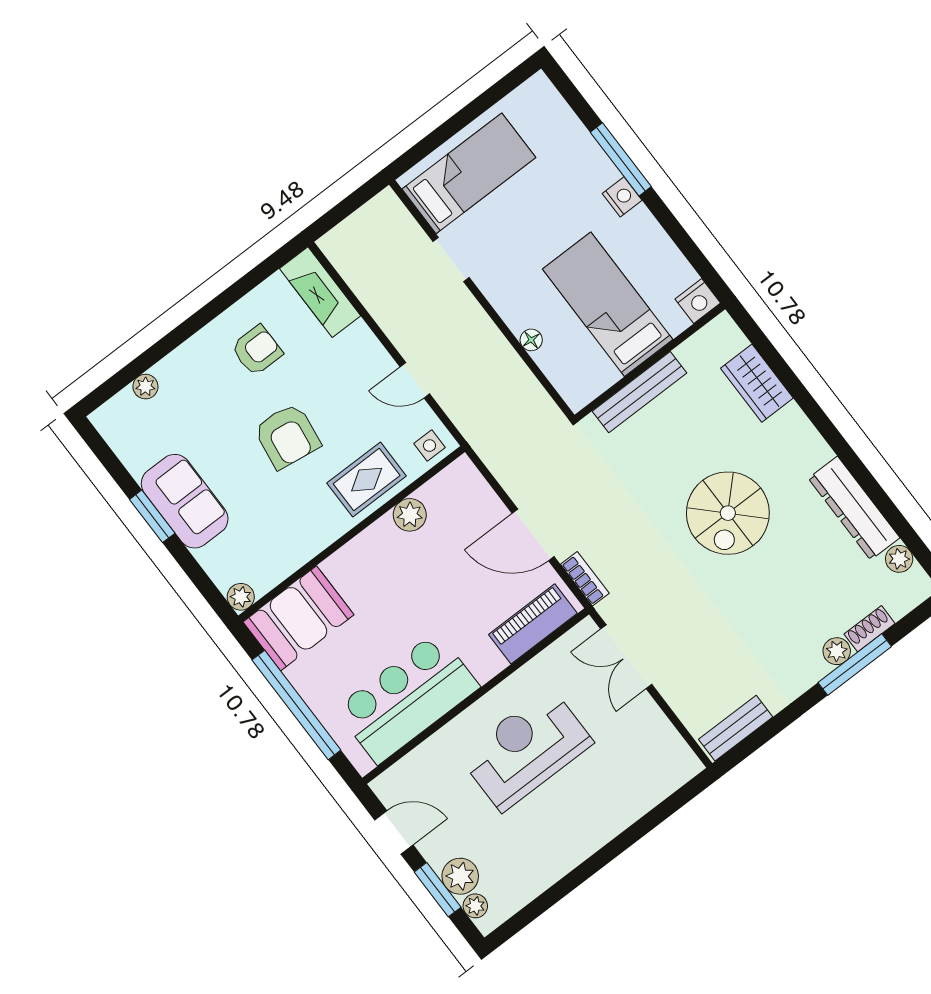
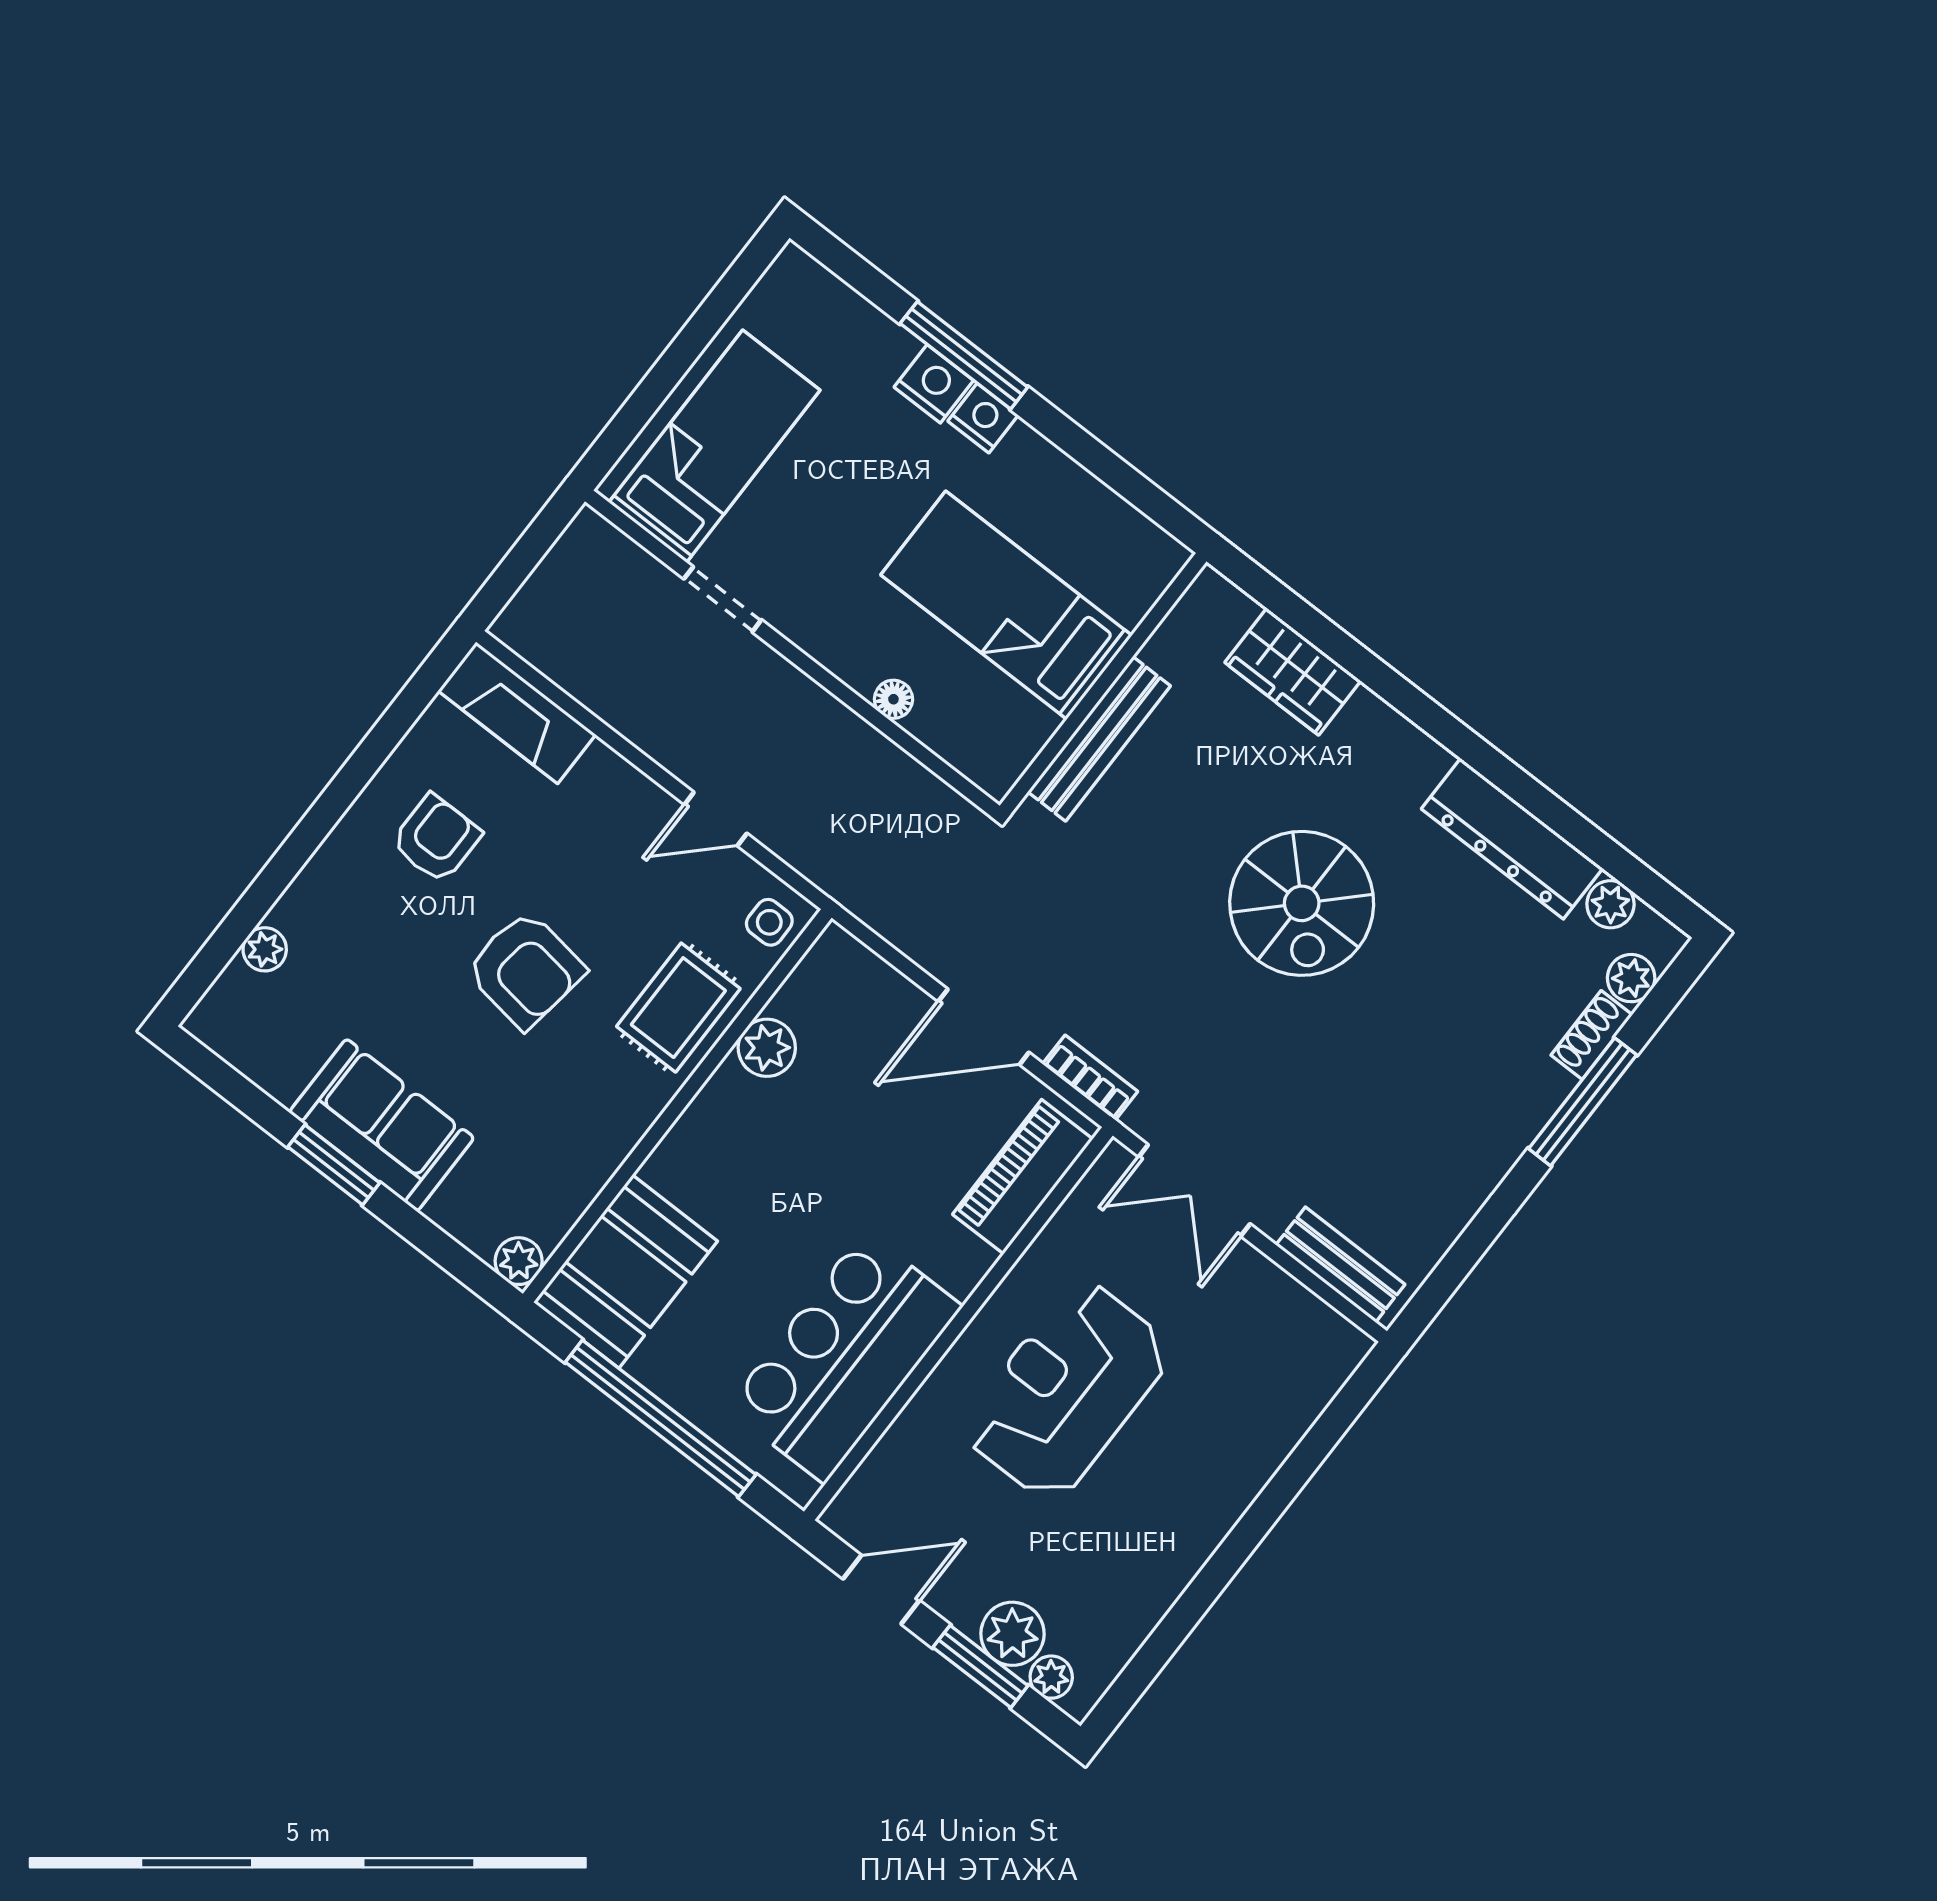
nightstand: (698, 301) -> (934, 384), moved, turned -90
plant: (837, 651) -> (1631, 978), moved
bench: (736, 728) -> (1340, 1265), moved, turned 90

